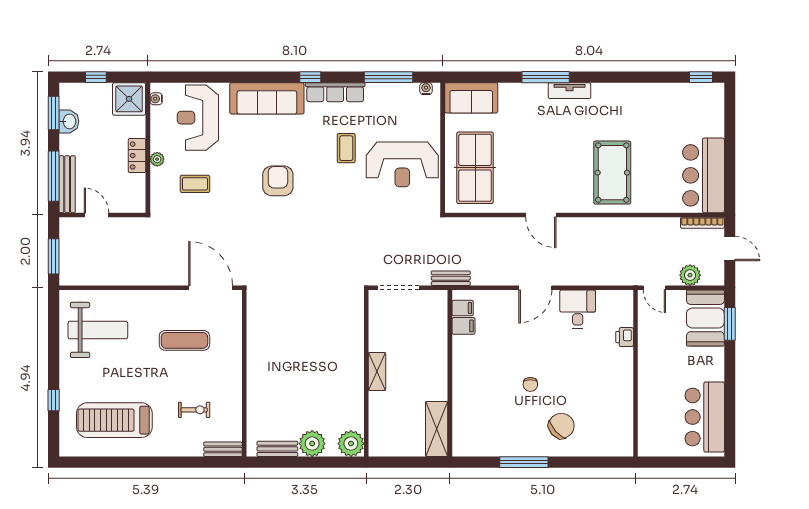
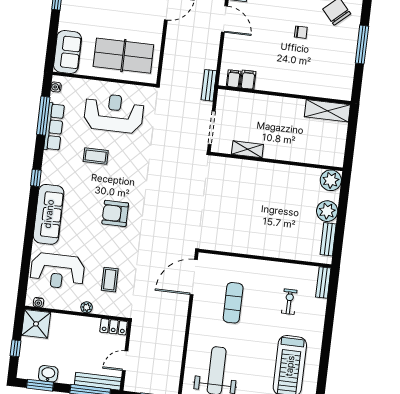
row of seats: (335, 92) -> (54, 127), moved
locker: (137, 156) -> (114, 327), moved
reception desk: (402, 164) -> (114, 113), turned -90
shelving: (377, 372) -> (247, 149), moved

